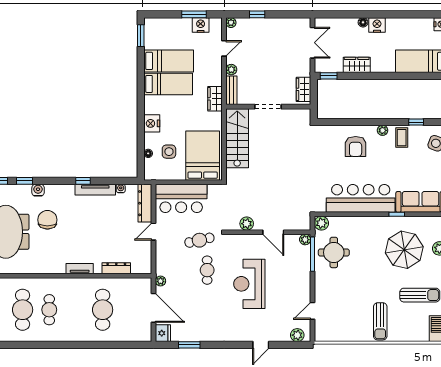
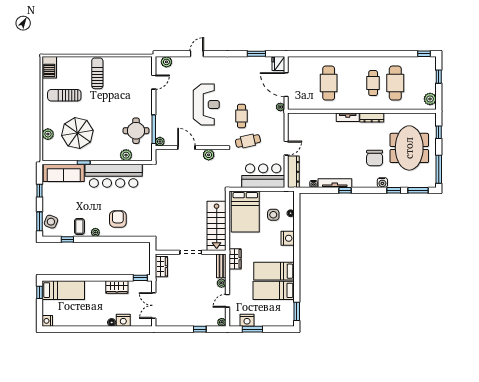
nightstand: (377, 25) -> (123, 320), moved
plant: (321, 223) -> (126, 155), moved
dresser: (116, 268) -> (372, 118), moved

